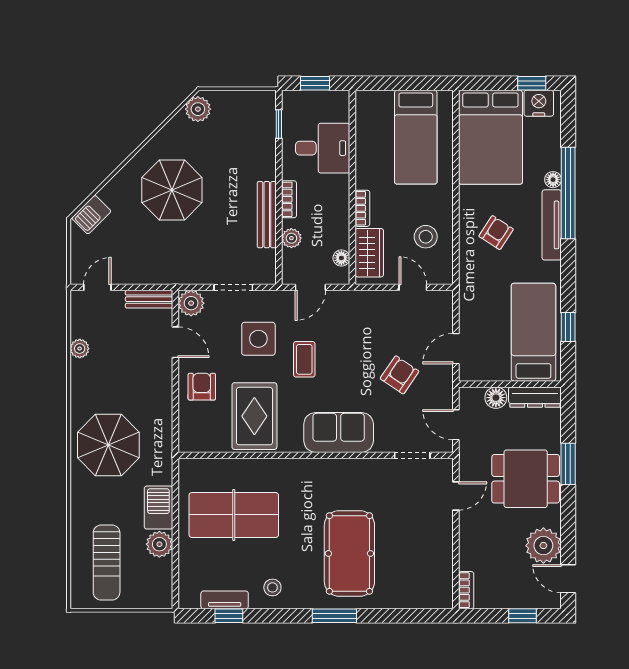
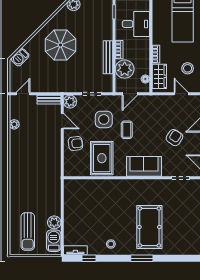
plant: (291, 238) -> (125, 69), width x1.88, depth x1.88
armchair: (202, 387) -> (75, 143), turned 83
parasol: (108, 445) -> (29, 173), removed
barbecue: (158, 508) -> (54, 241), moved
table tennis table: (234, 515) -> (91, 208), removed
tv unit: (225, 600) -> (75, 250), moved

